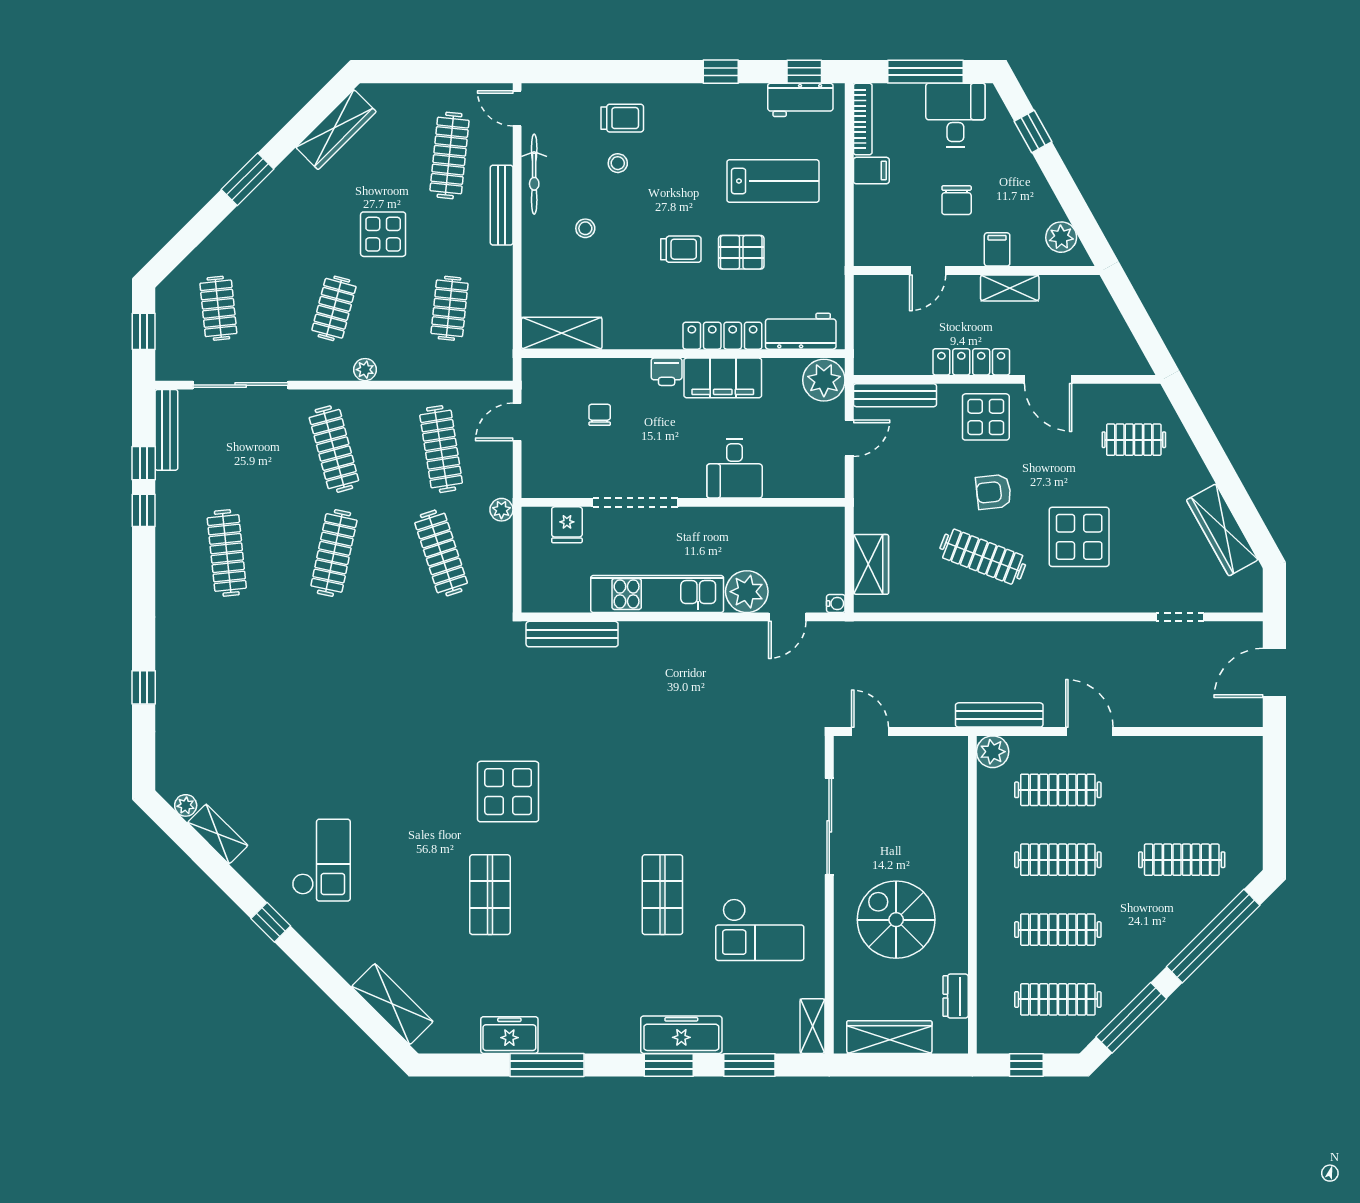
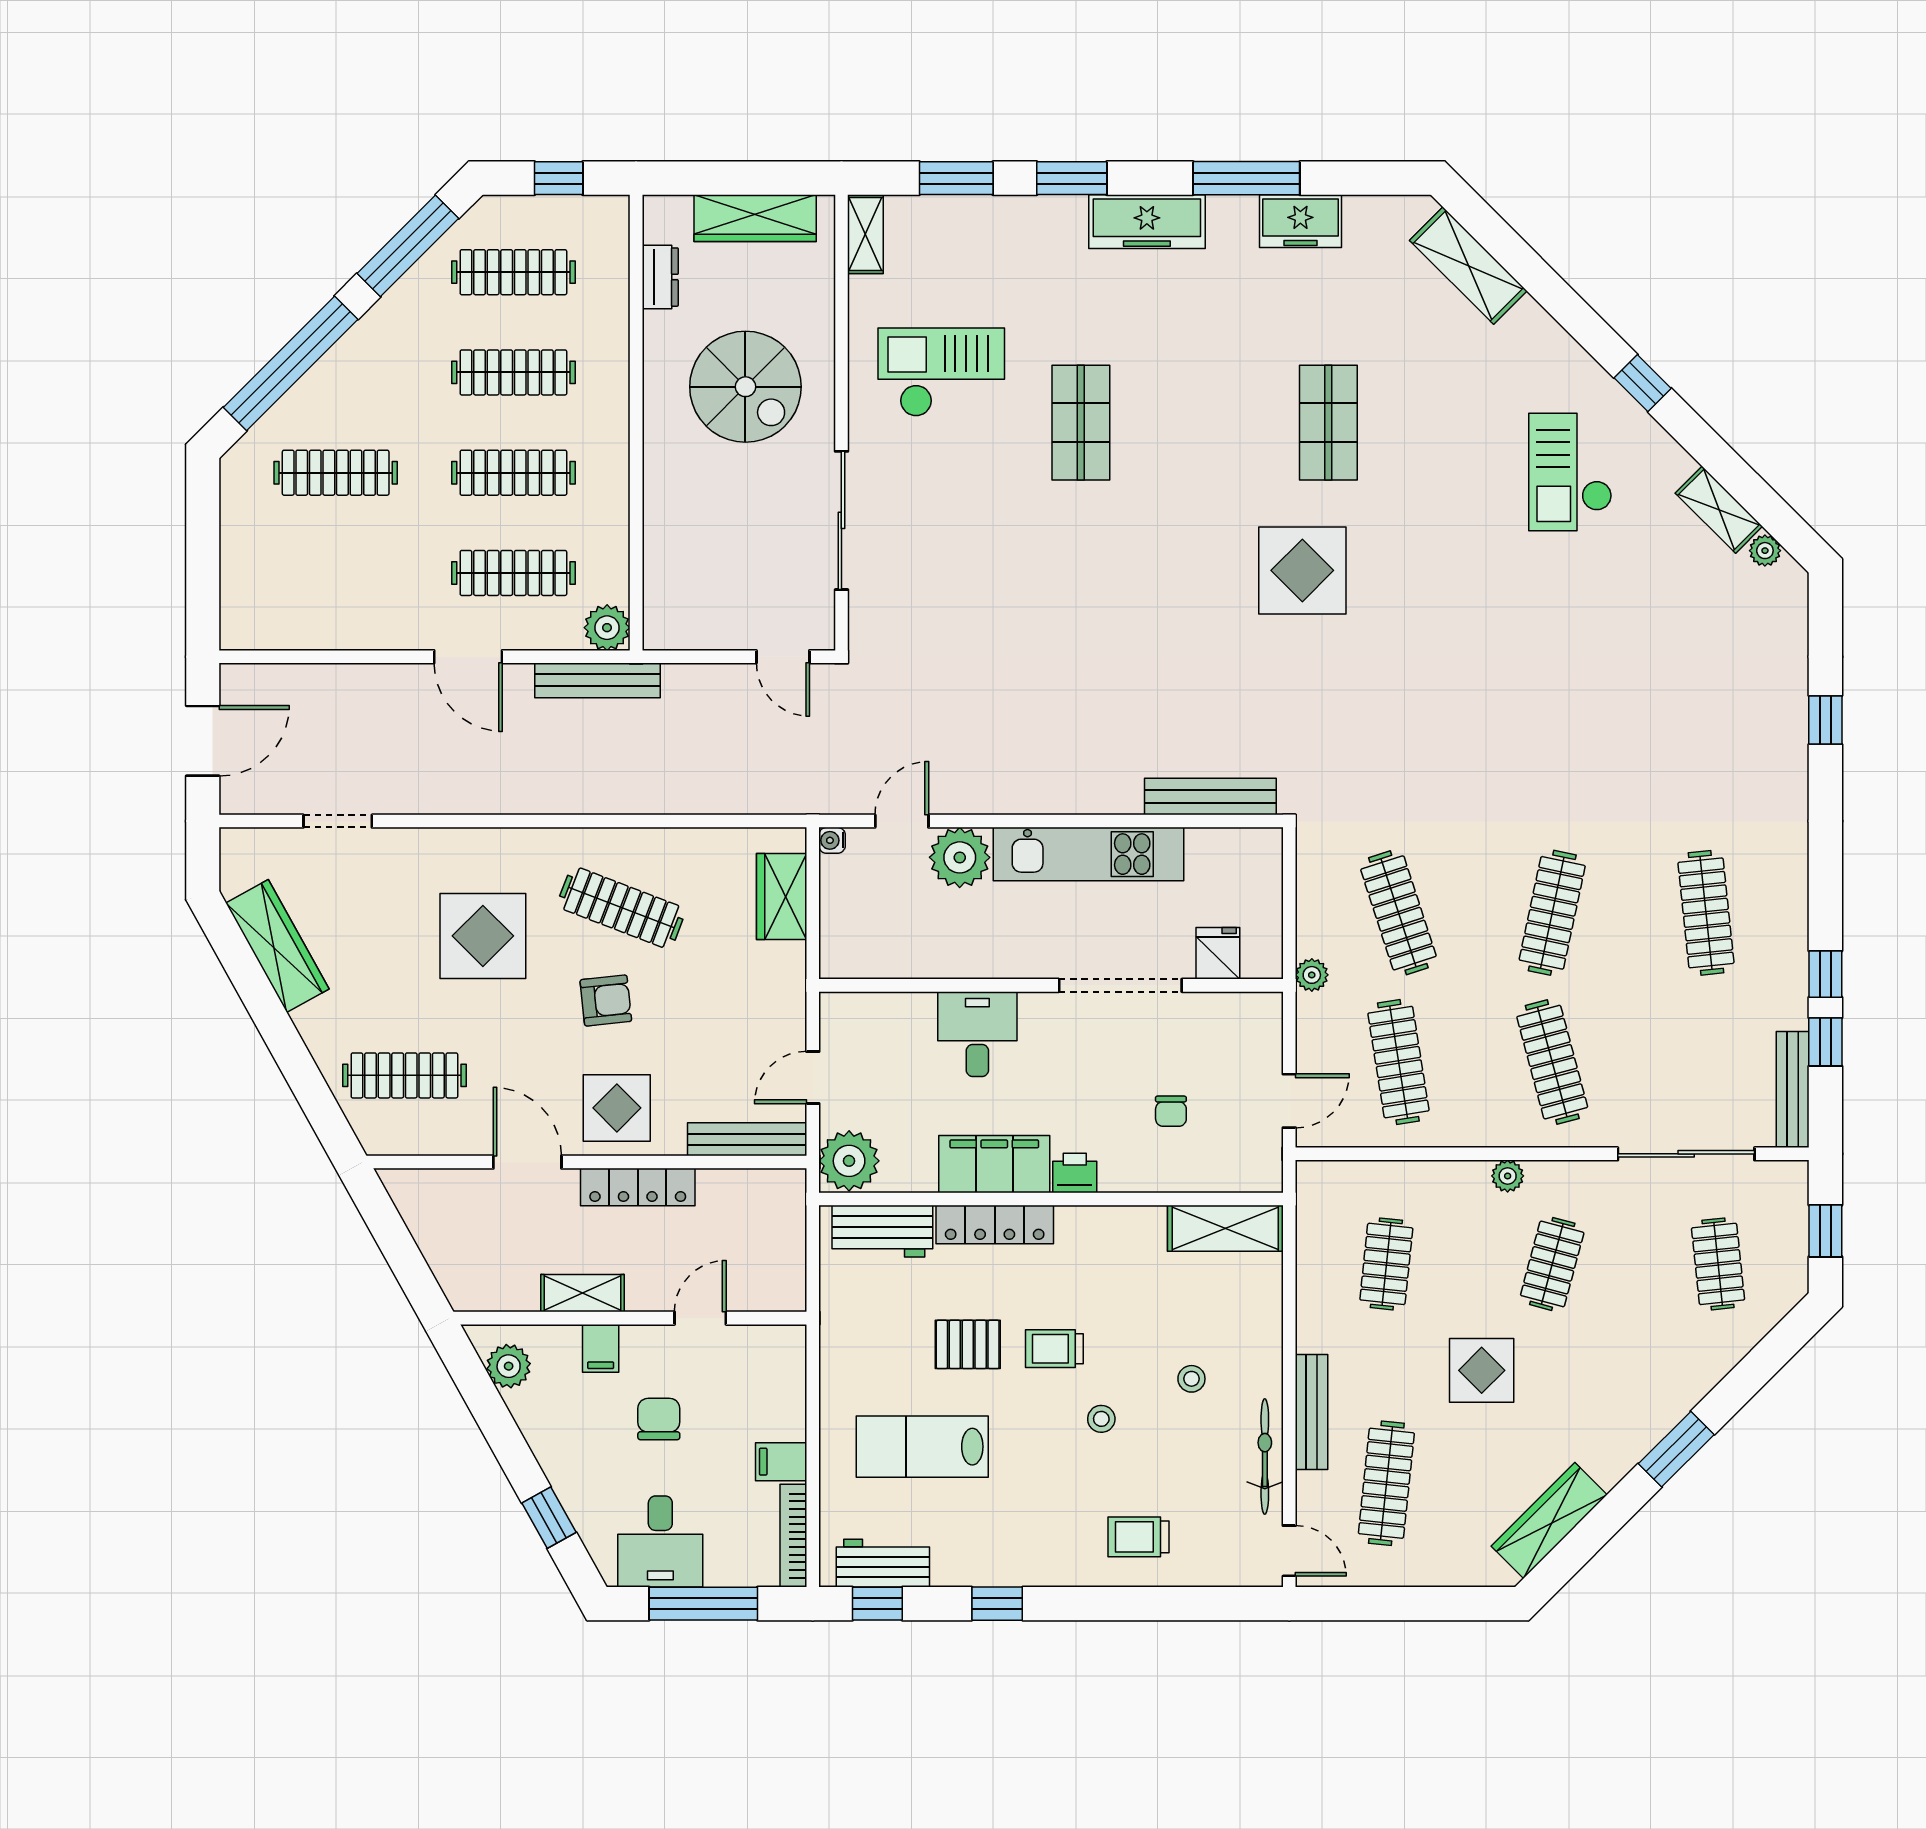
stool: (618, 163) -> (1101, 1419), moved
clothes rail: (1134, 440) -> (404, 1075), width x1.36
freezer: (681, 1035) -> (1147, 222), moved

